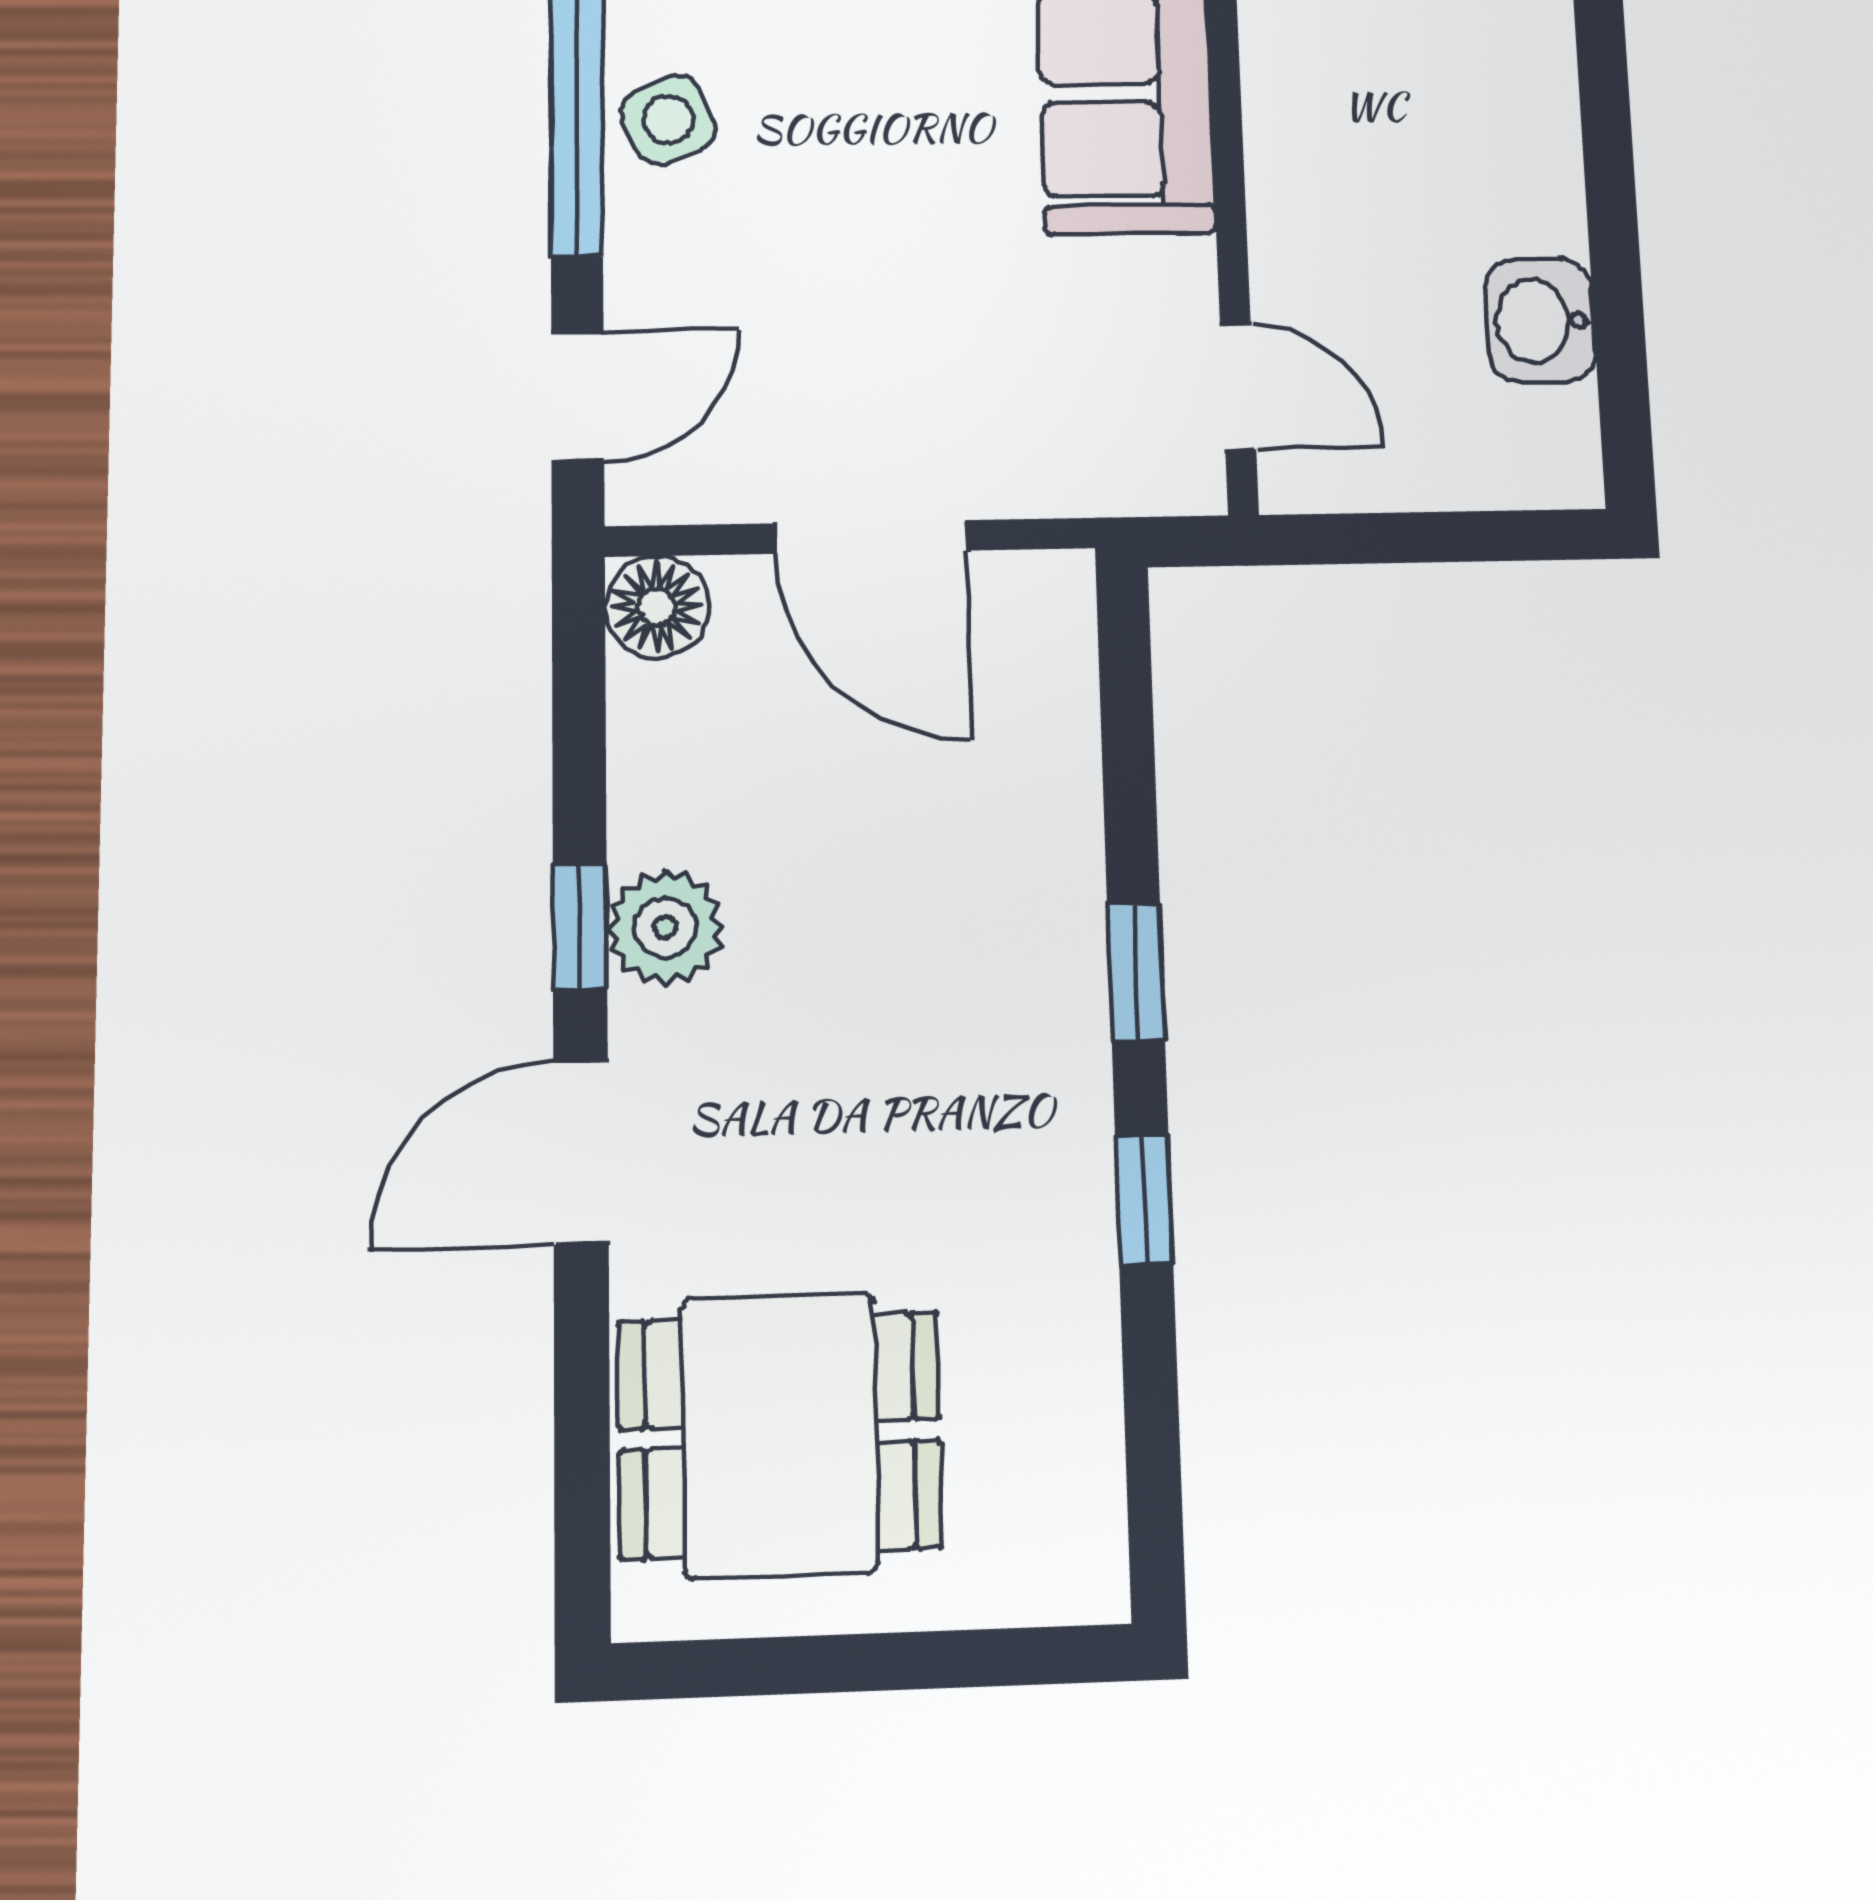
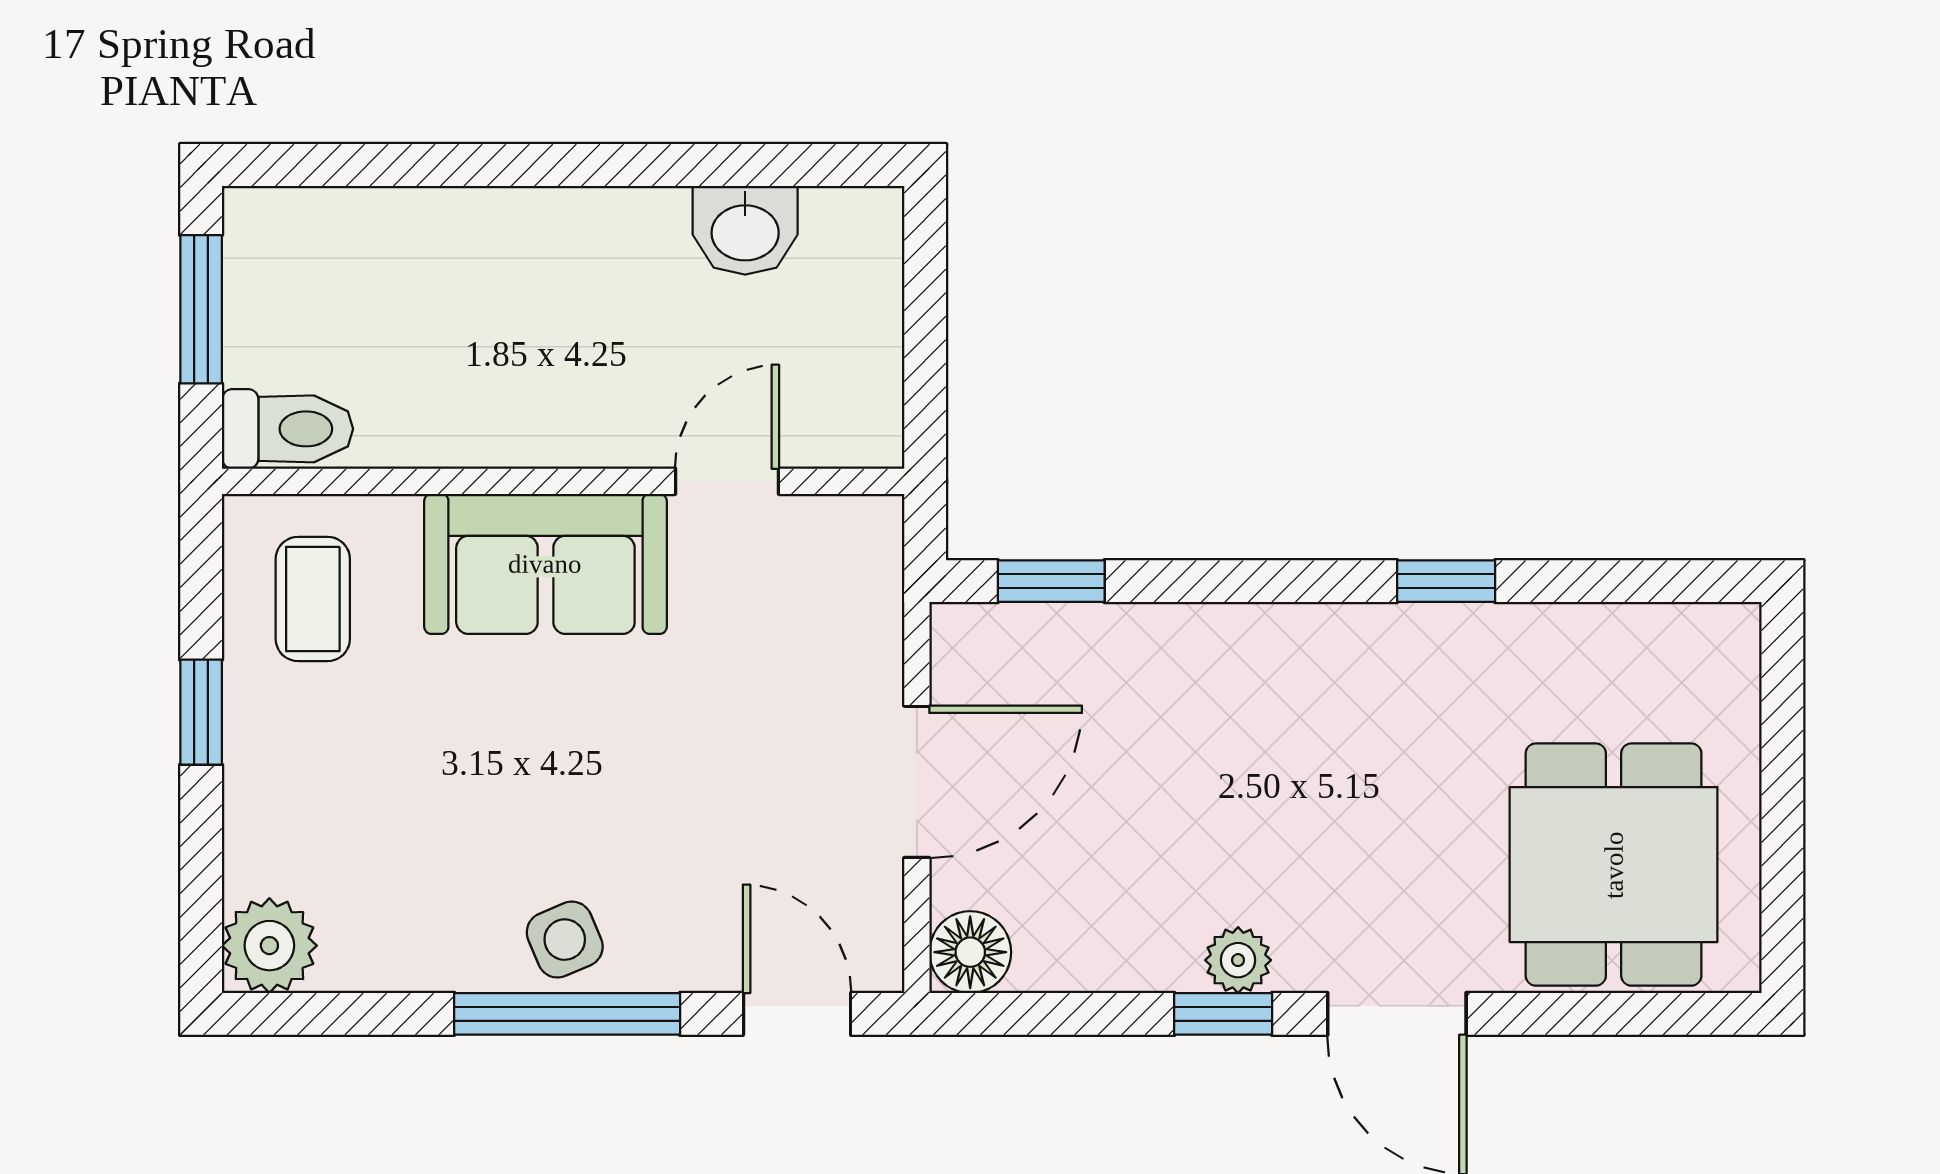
door: (1238, 387) -> (727, 481), moved
plant: (665, 927) -> (1238, 960), width x0.73, depth x0.73
window: (1136, 972) -> (1051, 581), moved

